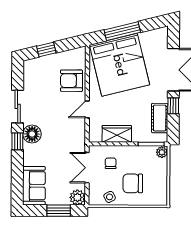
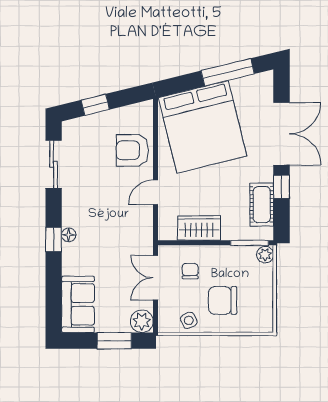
window: (122, 31) -> (228, 72), moved
sliding door: (18, 106) -> (54, 164), moved
floor lamp: (32, 134) -> (69, 235), width x0.53, depth x0.53

